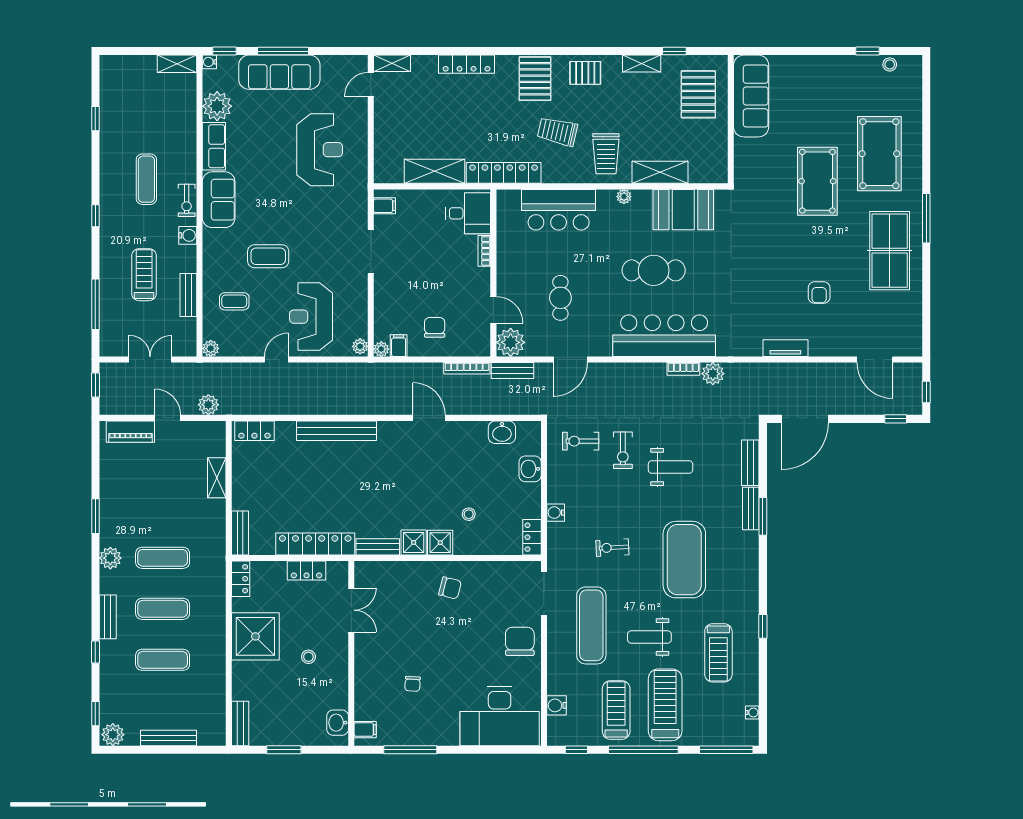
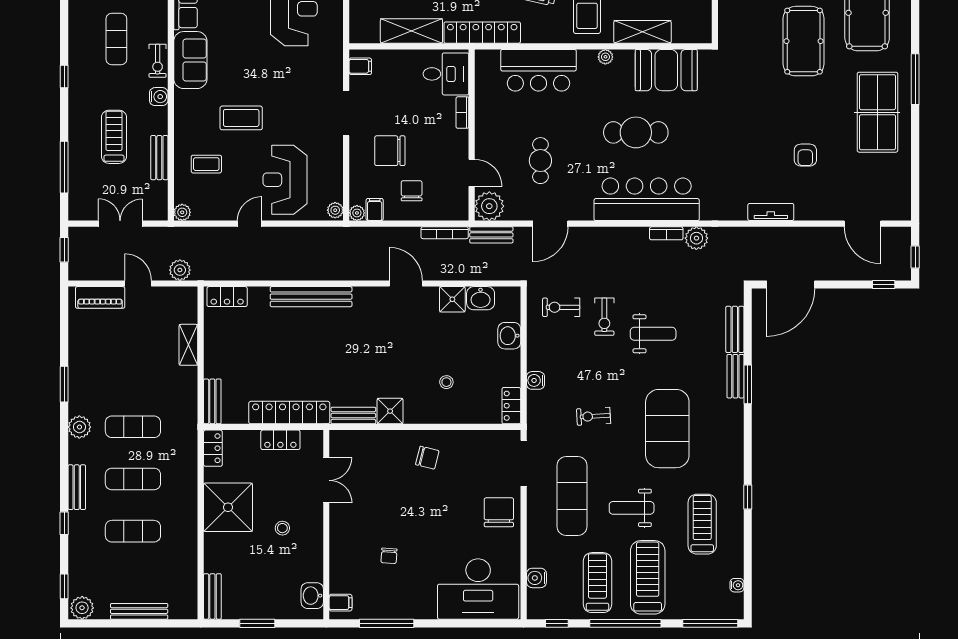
chair: (413, 288) -> (390, 151), added
shower: (440, 543) -> (452, 299), moved
treadmill: (718, 653) -> (702, 524), turned 180

